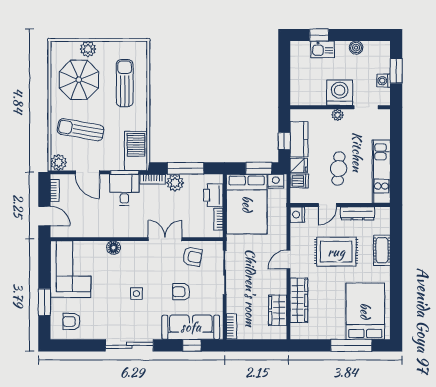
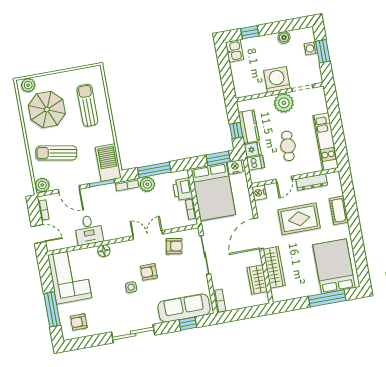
plant: (88, 49) -> (28, 85), moved
kitchen sink: (323, 49) -> (235, 51), moved, turned -90
washing machine: (384, 81) -> (311, 48), moved
plant: (338, 115) -> (284, 103), width x1.87, depth x1.87
desk: (124, 190) -> (89, 230), moved, turned 180
door: (288, 260) -> (259, 233), width x1.87
armchair: (181, 292) -> (149, 272), moved
window: (44, 302) -> (52, 309), width x1.44

